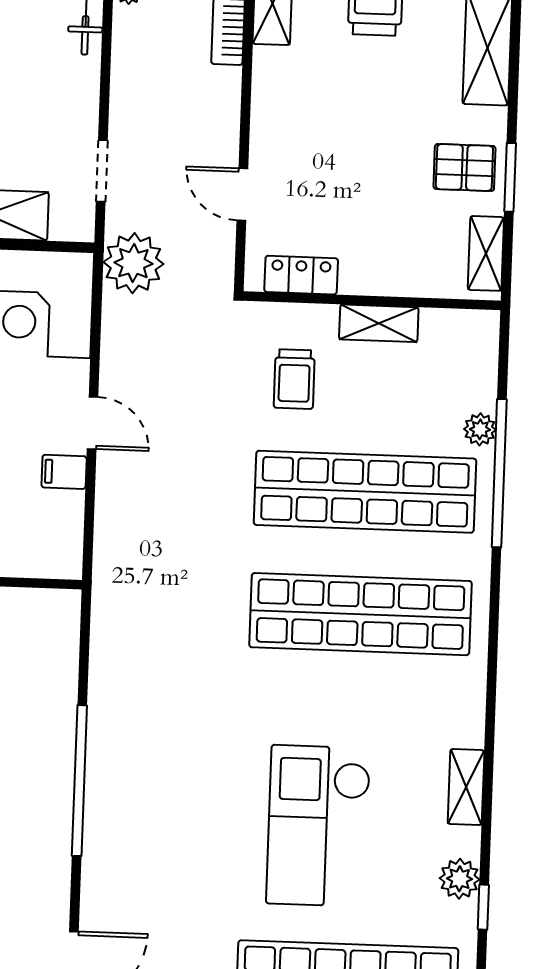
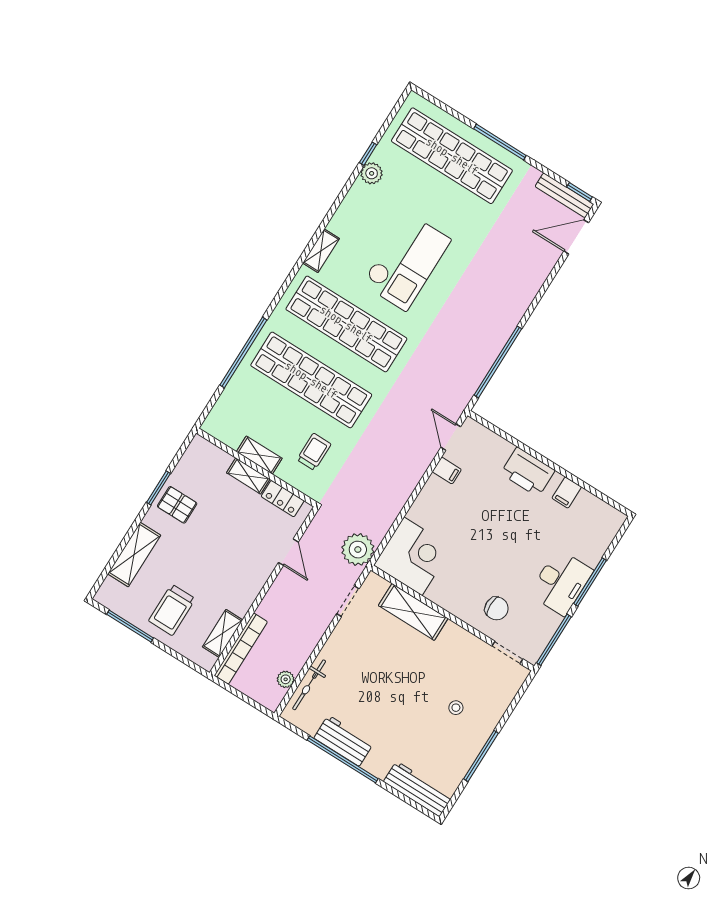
shelving: (486, 253) -> (248, 476), moved, turned 90
door: (93, 423) -> (451, 437), moved
plant: (480, 429) -> (241, 378), removed
window: (79, 781) -> (498, 362), moved
shelving: (466, 787) -> (321, 251), moved
checkout: (318, 826) -> (406, 262), moved

